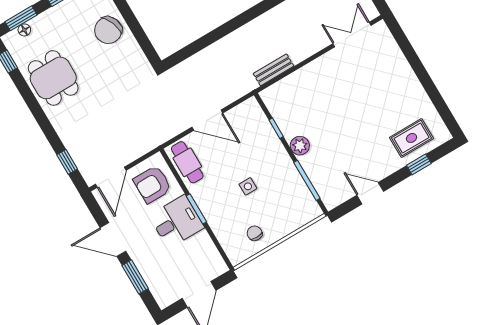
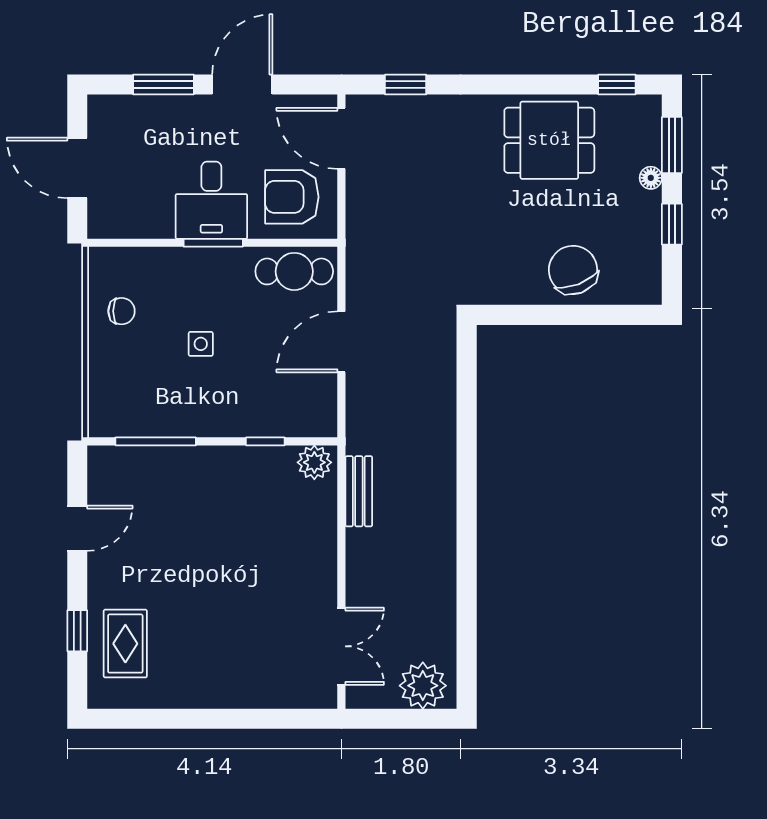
floor lamp: (24, 30) -> (651, 178), moved
plant: (300, 146) -> (314, 462), moved
armchair: (152, 184) -> (292, 197), turned -90

